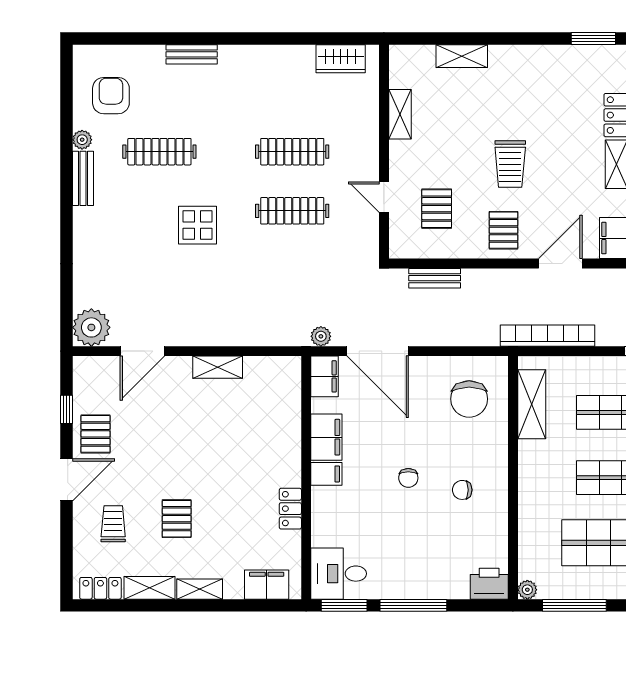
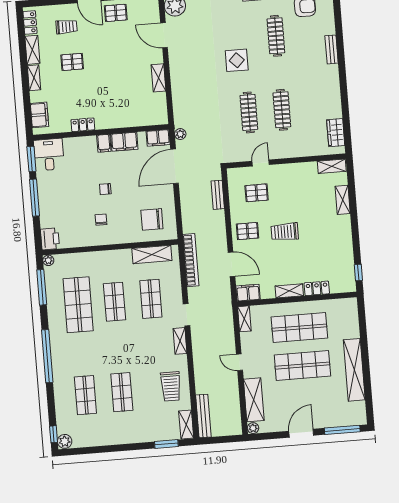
window: (593, 39) -> (358, 272), width x0.67
shelving: (400, 114) -> (332, 166), moved

